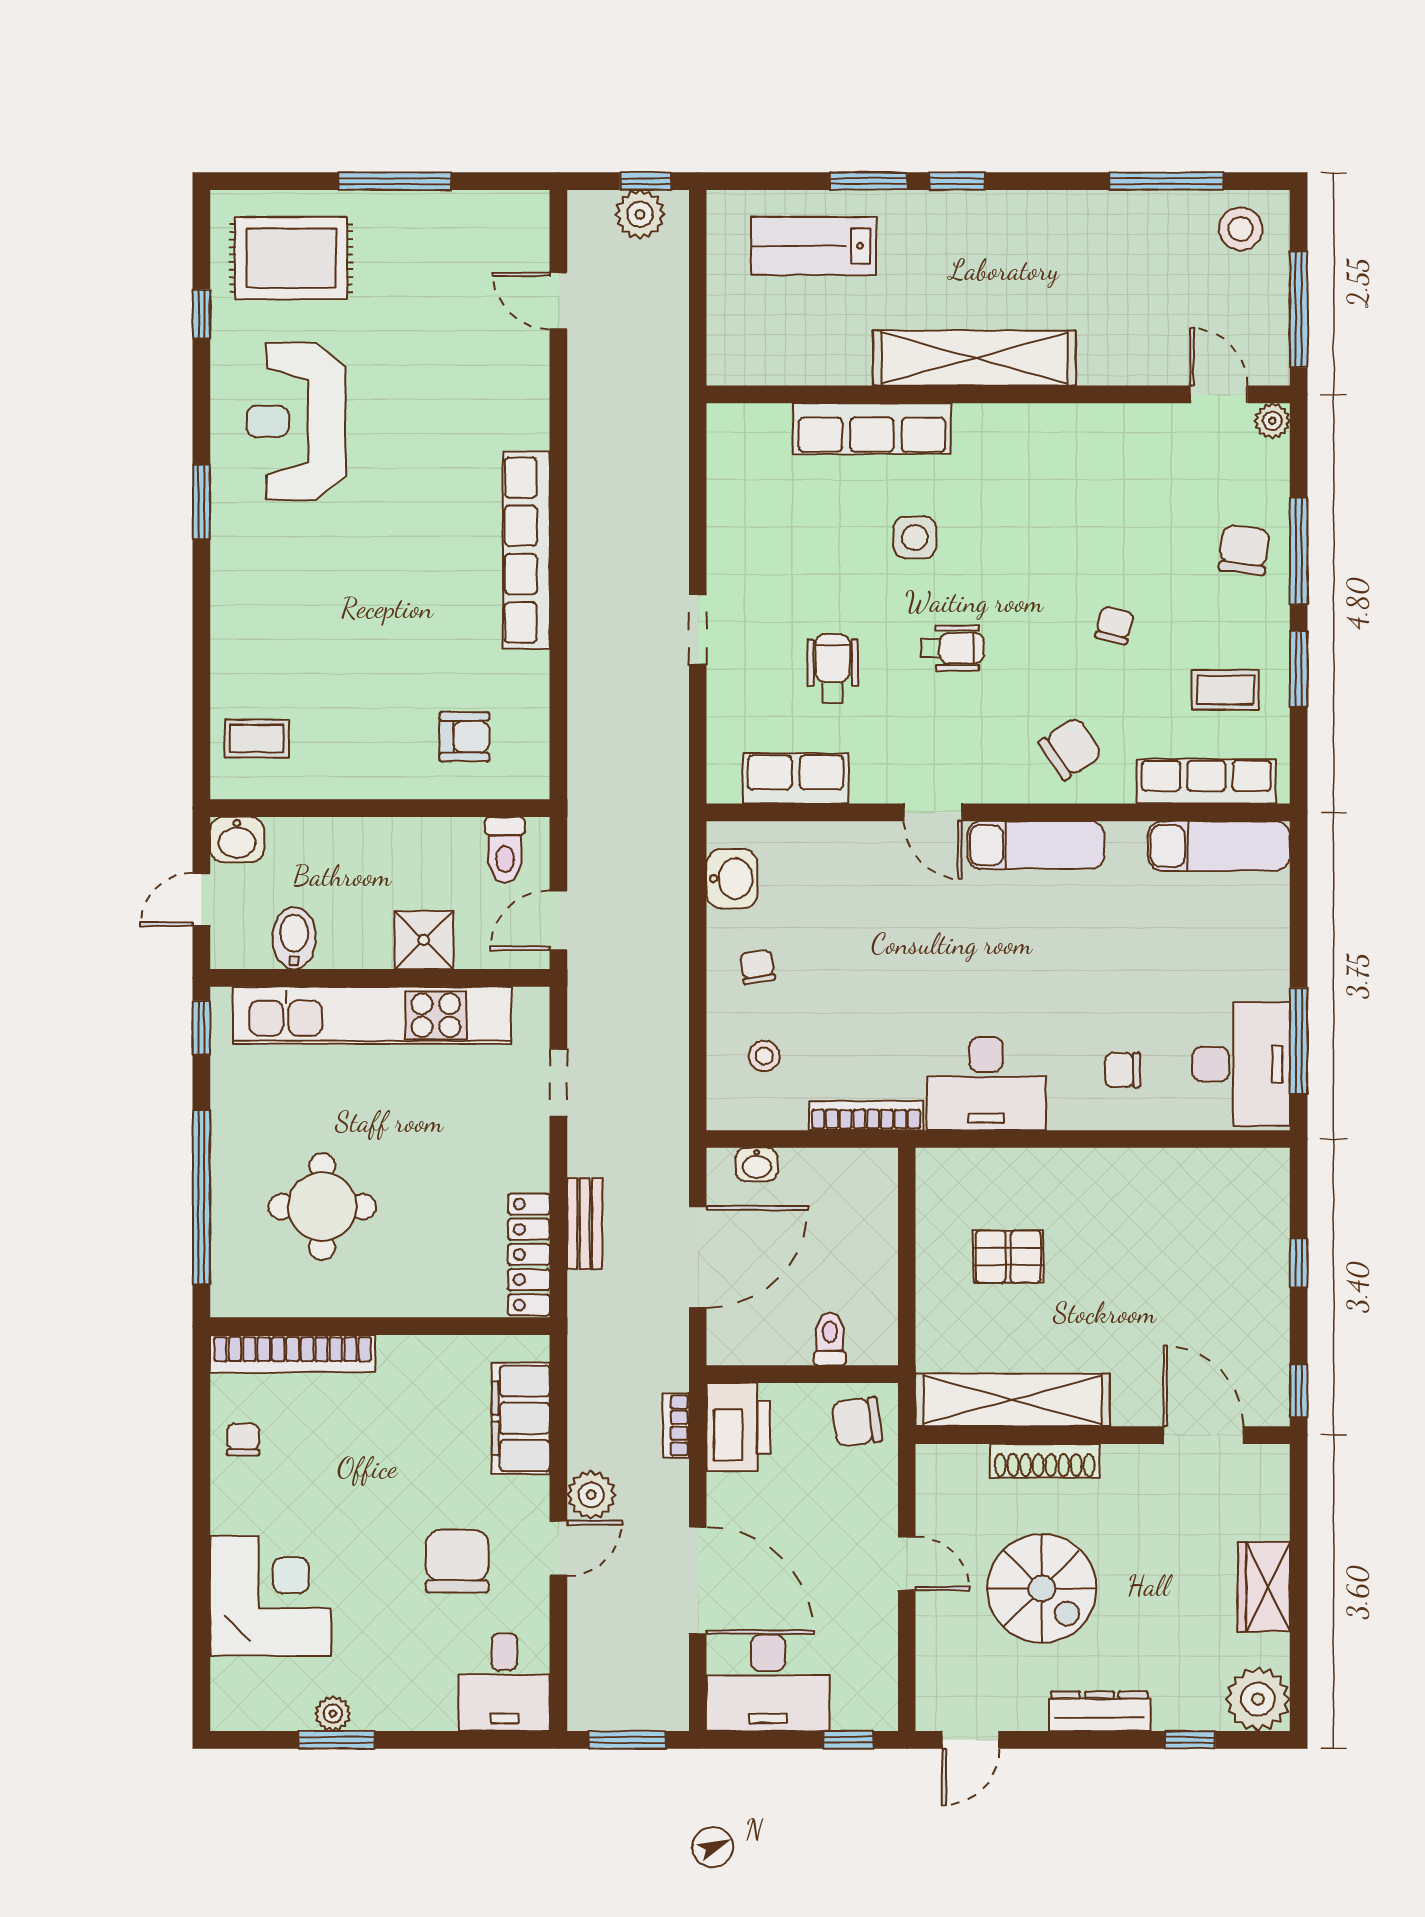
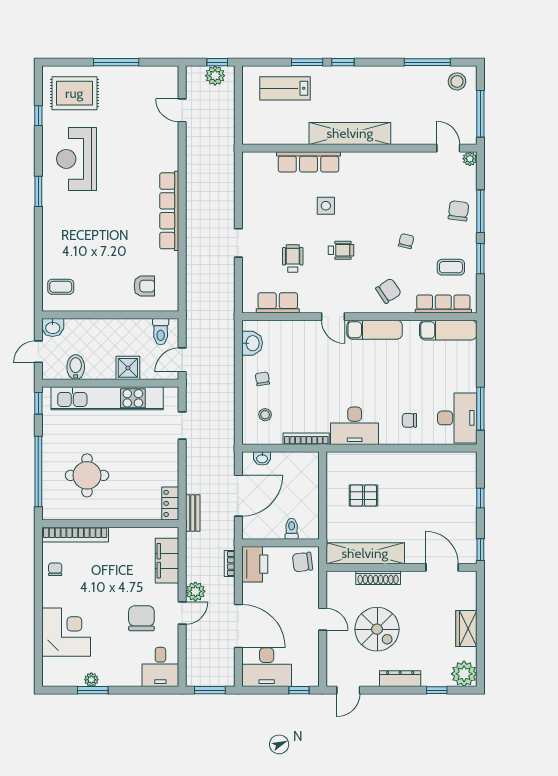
bench: (585, 1224) -> (193, 513), moved
locker: (529, 1255) -> (170, 503), width x0.66

